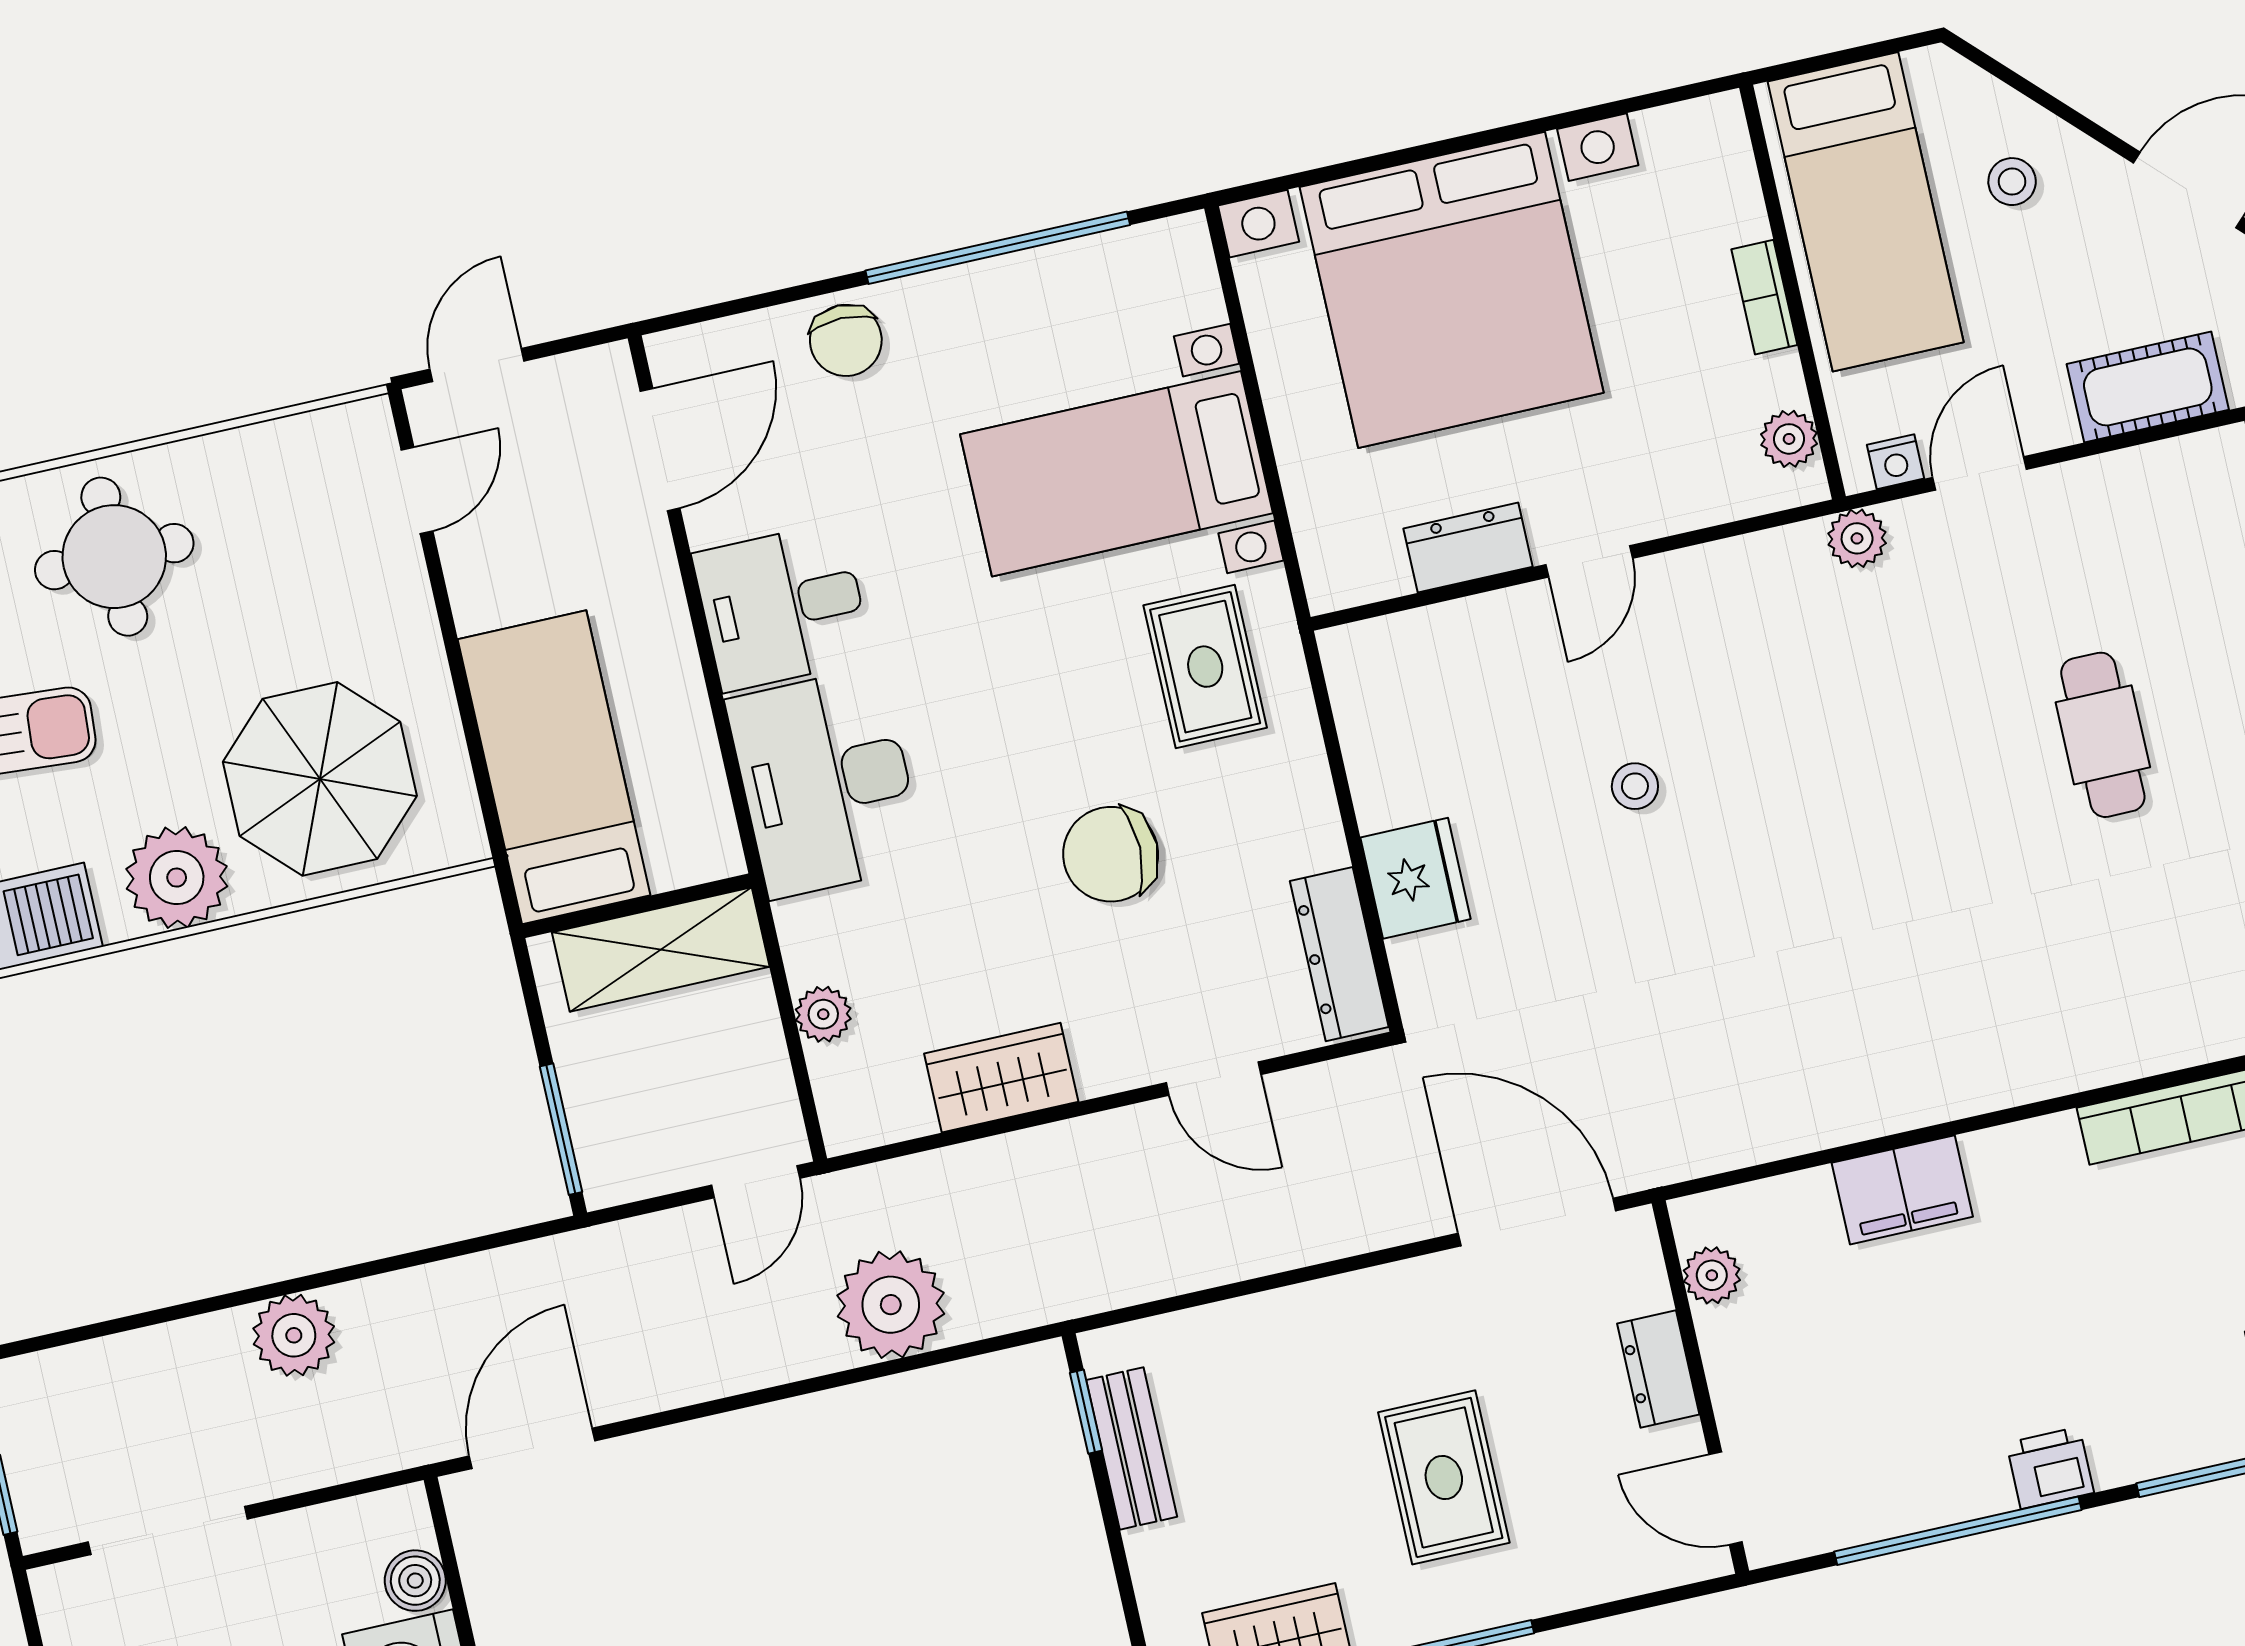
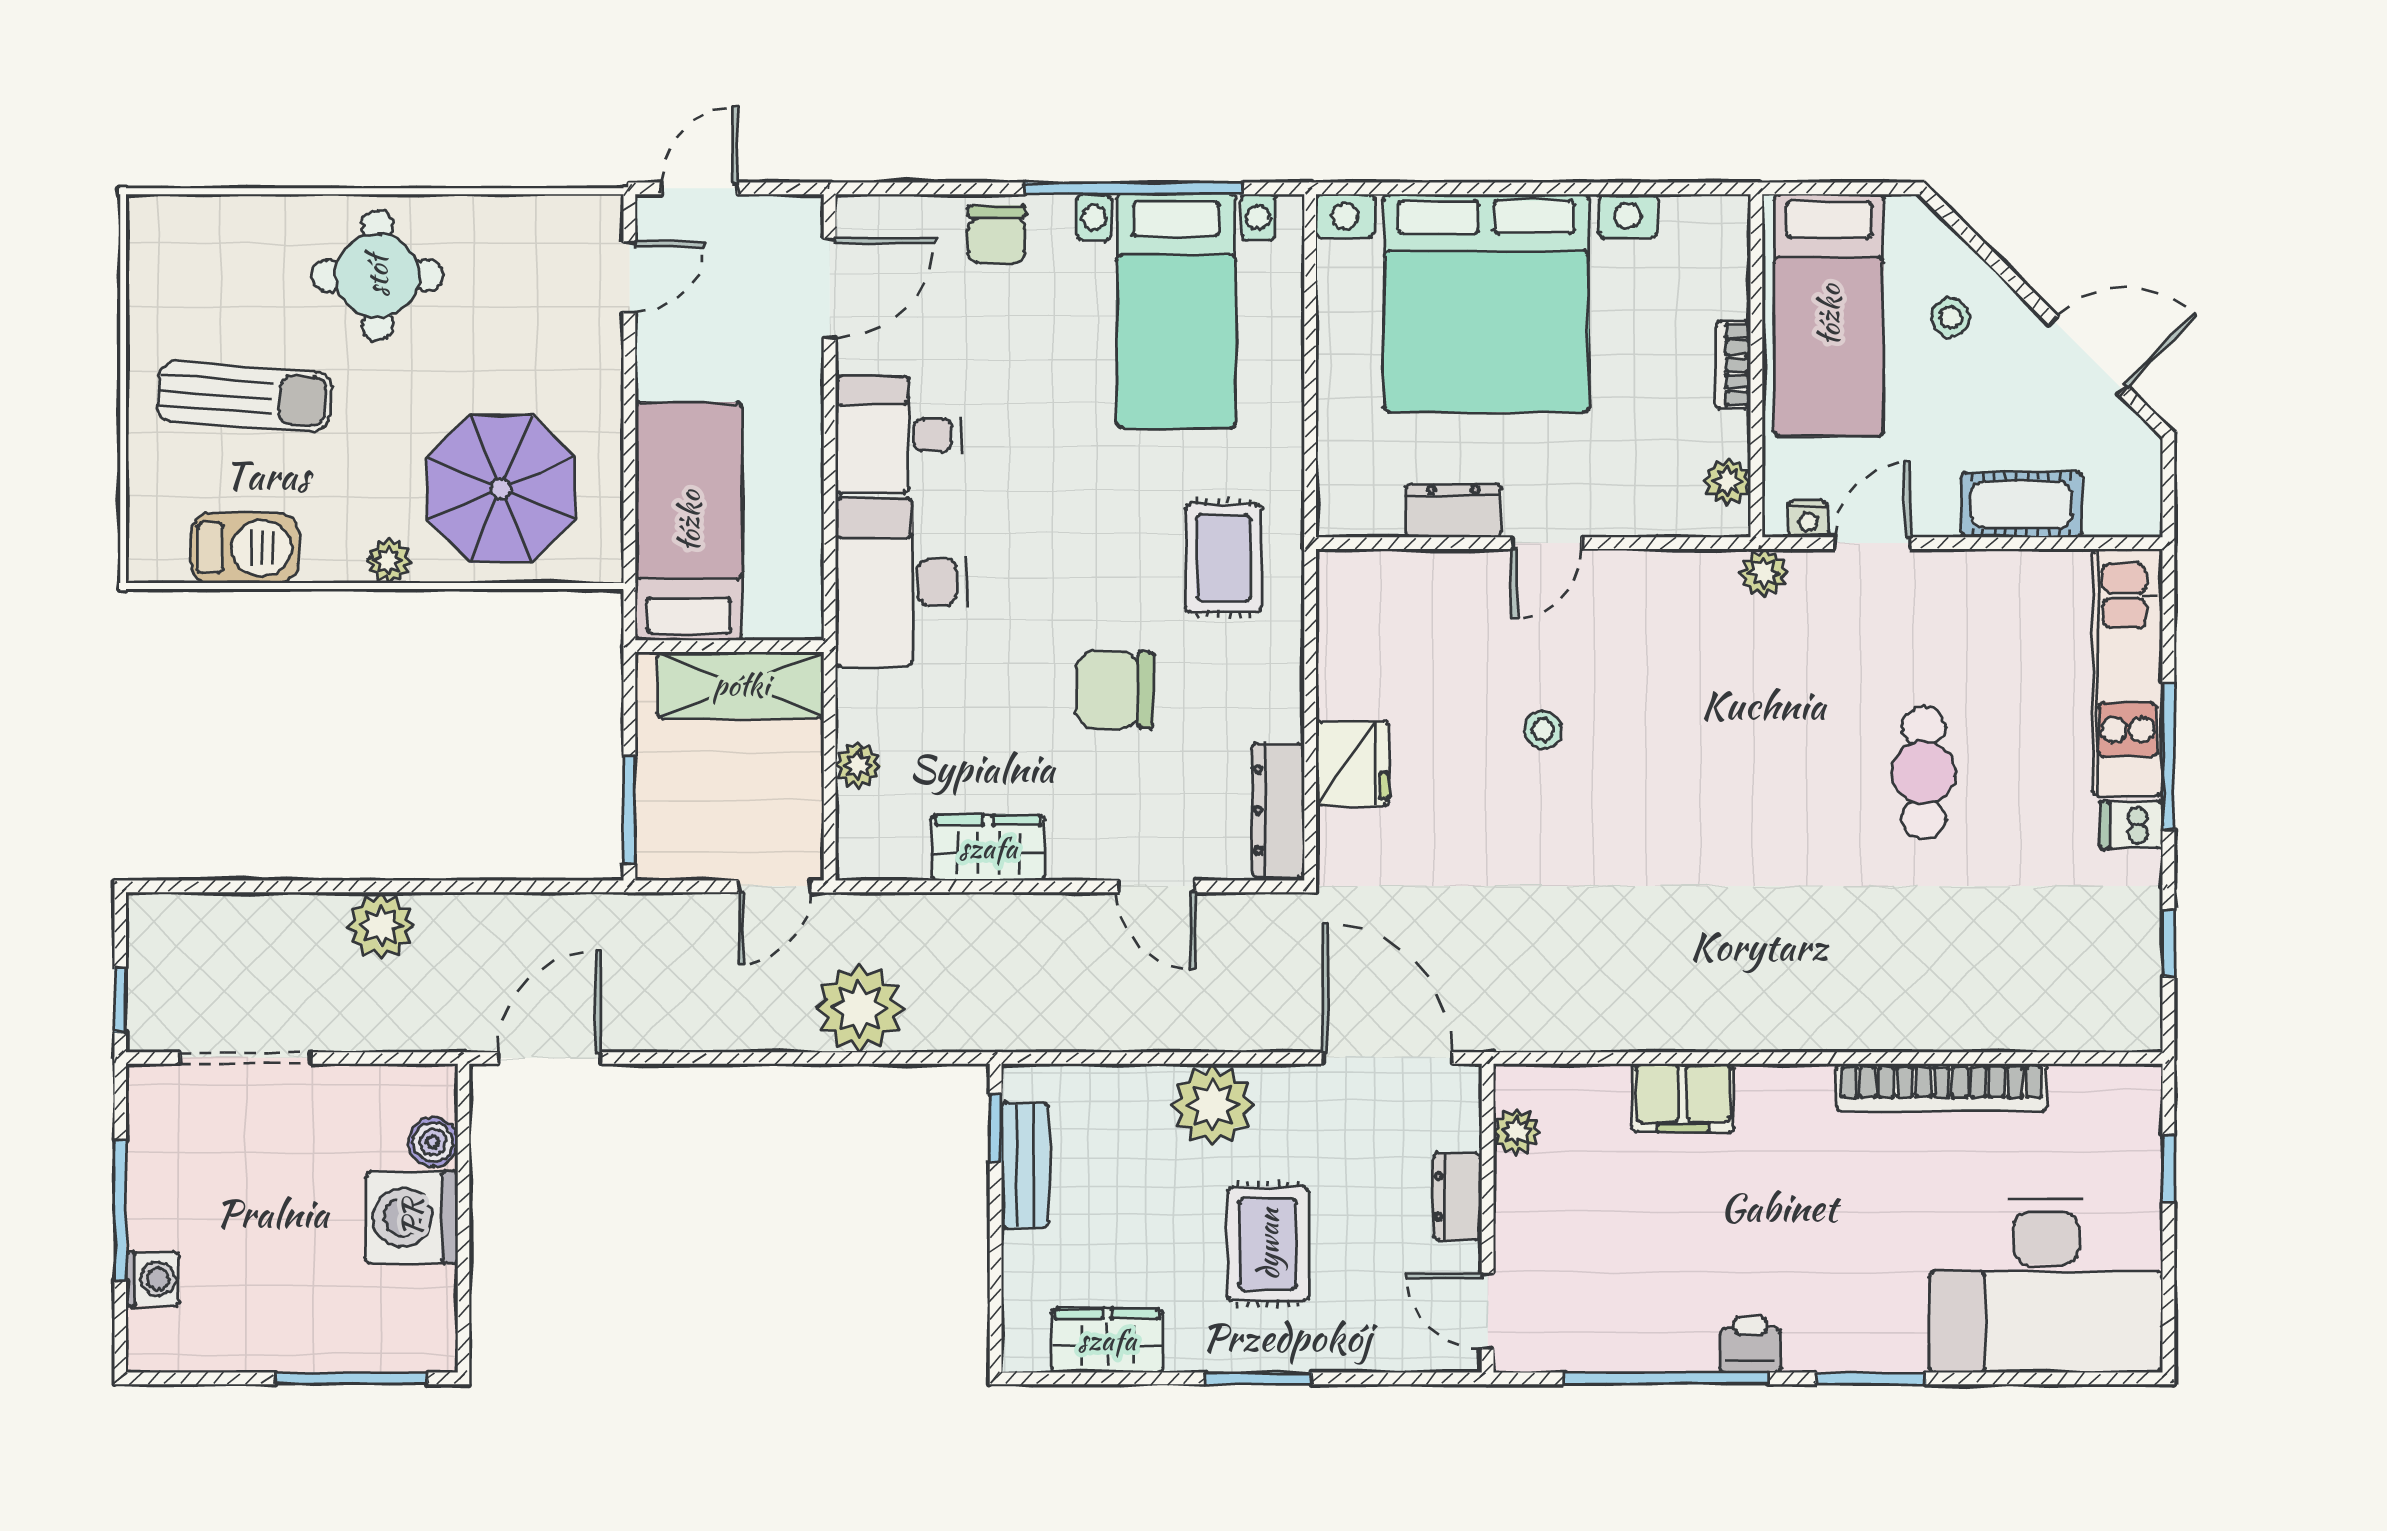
bed with nightstands: (1116, 474) -> (1176, 311), moved, turned -90
plant: (177, 878) -> (389, 561), width x0.53, depth x0.53
plant: (1340, 1326) -> (1212, 1105), added

